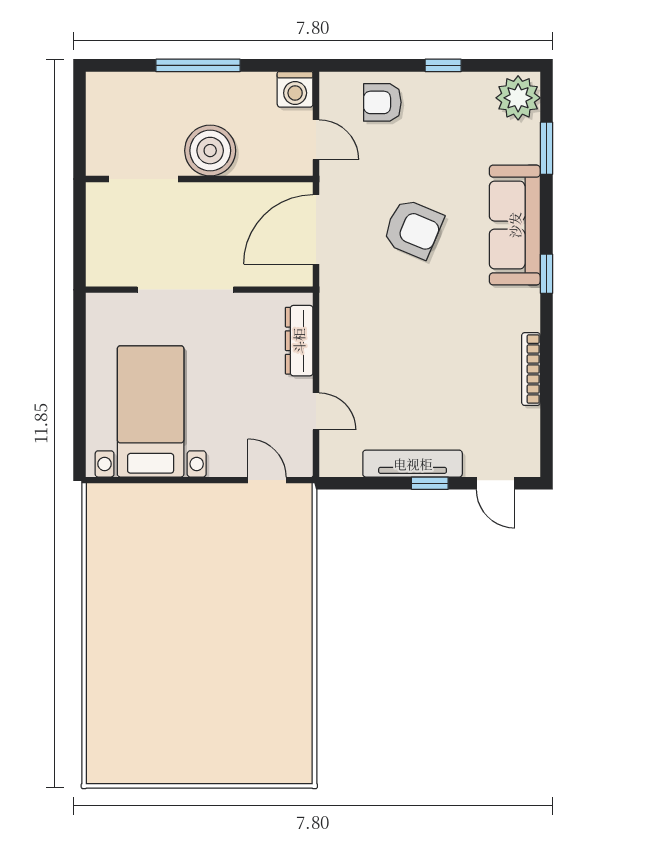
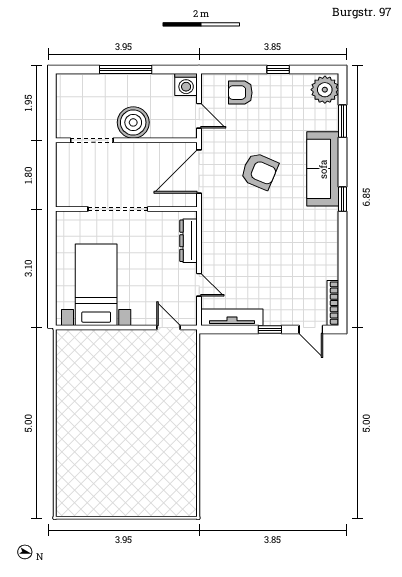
bookcase: (531, 369) -> (333, 303), moved
tv unit: (413, 464) -> (232, 317), moved

